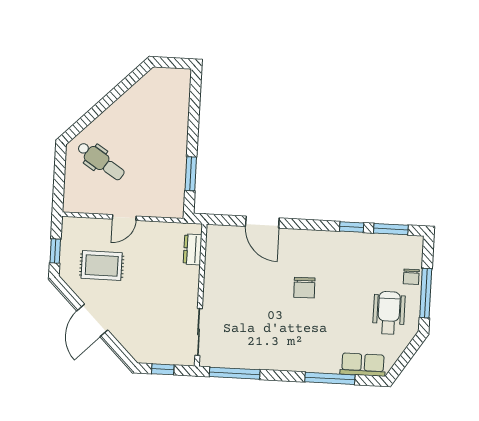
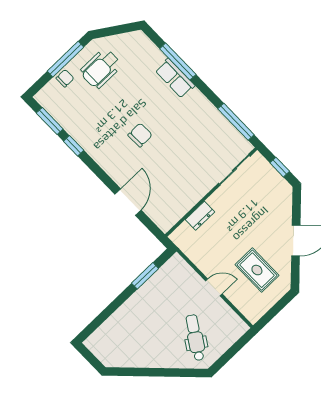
dresser: (193, 249) -> (200, 216), moved
window: (55, 251) -> (278, 307), removed
row of seats: (363, 365) -> (175, 78), moved

